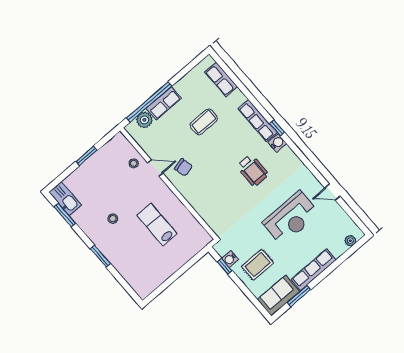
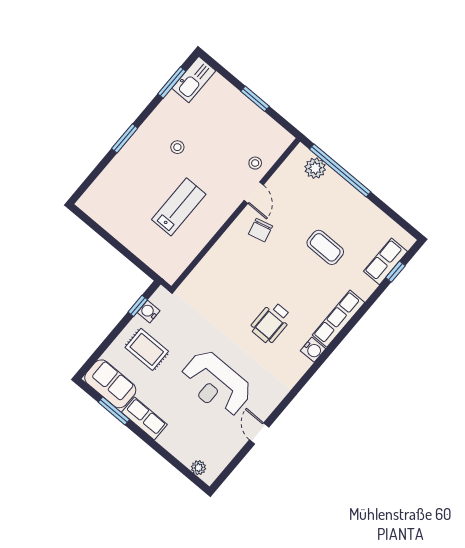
row of seats: (164, 103) -> (342, 190), removed
window: (277, 128) -> (395, 272), moved
row of seats: (314, 270) -> (144, 418), width x0.68

